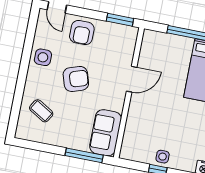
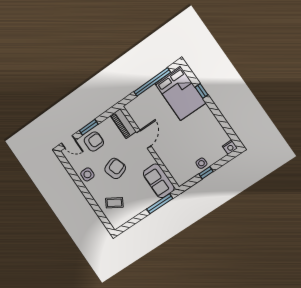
window: (120, 20) -> (89, 127), moved
armchair: (82, 33) -> (94, 141), turned -90
piano: (127, 45) -> (123, 124), added

